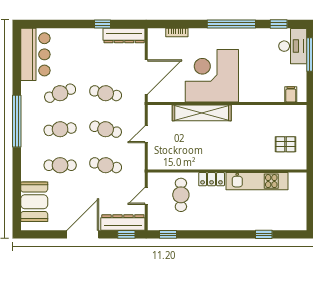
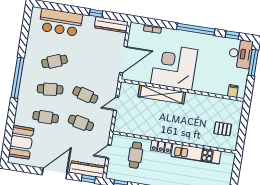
bar counter: (35, 54) -> (61, 22), moved, turned 90
cafe table: (106, 93) -> (90, 67), removed

